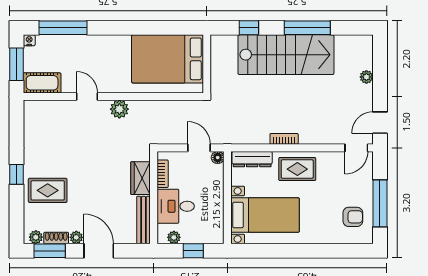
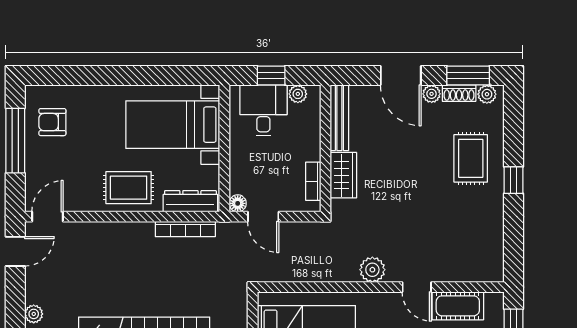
cot: (42, 83) -> (458, 306), moved
bookcase: (284, 139) -> (185, 229), moved, width x1.56
rug: (48, 190) -> (471, 158), turned 90
desk: (176, 206) -> (263, 110), moved, turned -90

